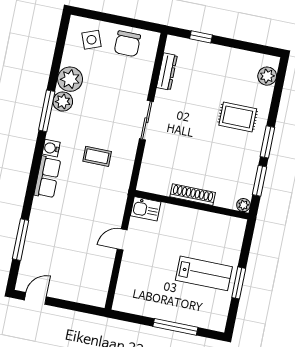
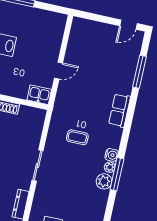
plant: (70, 79) -> (110, 167), moved, width x0.53, depth x0.53
water cooler: (51, 148) -> (112, 155), moved
row of seats: (47, 177) -> (120, 110), moved

